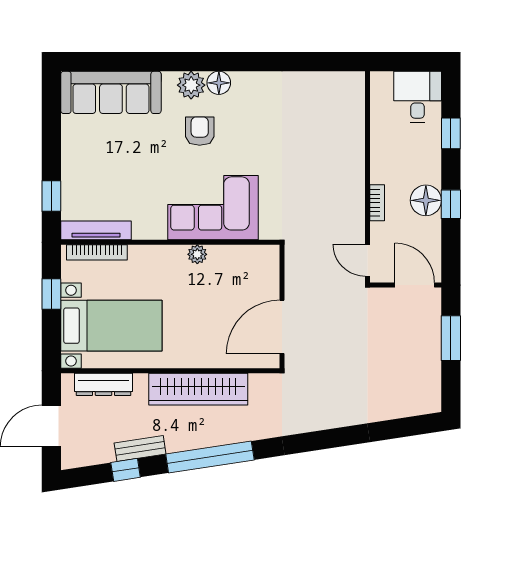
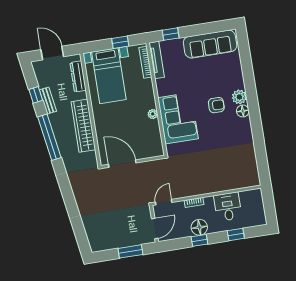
sofa: (111, 92) -> (210, 44), moved, turned -90
desk: (418, 97) -> (228, 207), moved, turned -90

